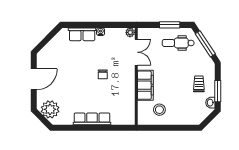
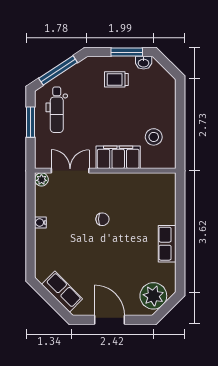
row of seats: (82, 34) -> (62, 292), moved, turned -45
row of seats: (92, 119) -> (167, 244), width x0.68

